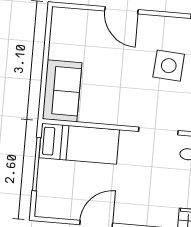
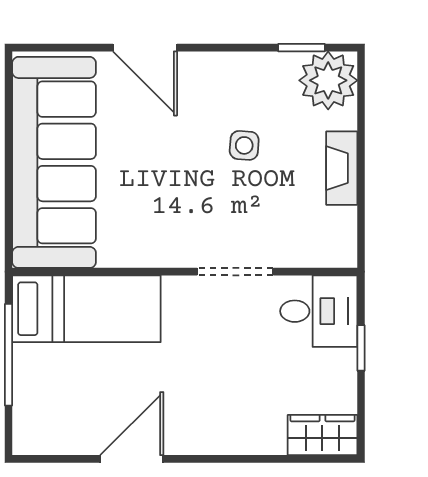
side table: (169, 66) -> (244, 145), width x0.54, depth x0.54
sofa: (62, 91) -> (54, 162), width x1.85, depth x1.27

